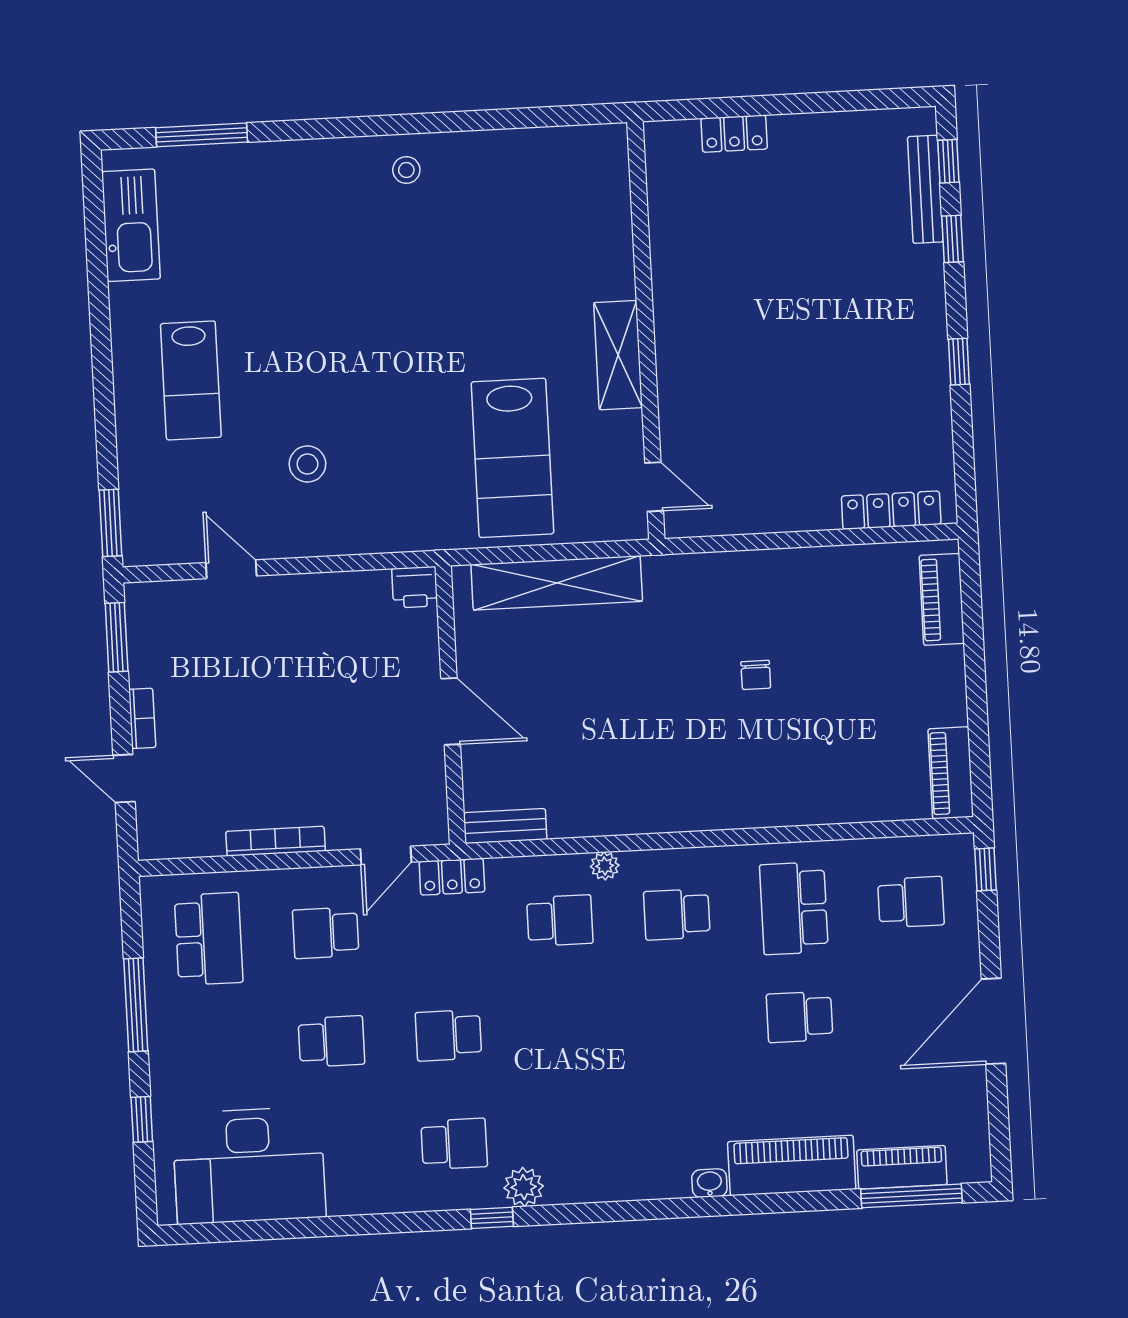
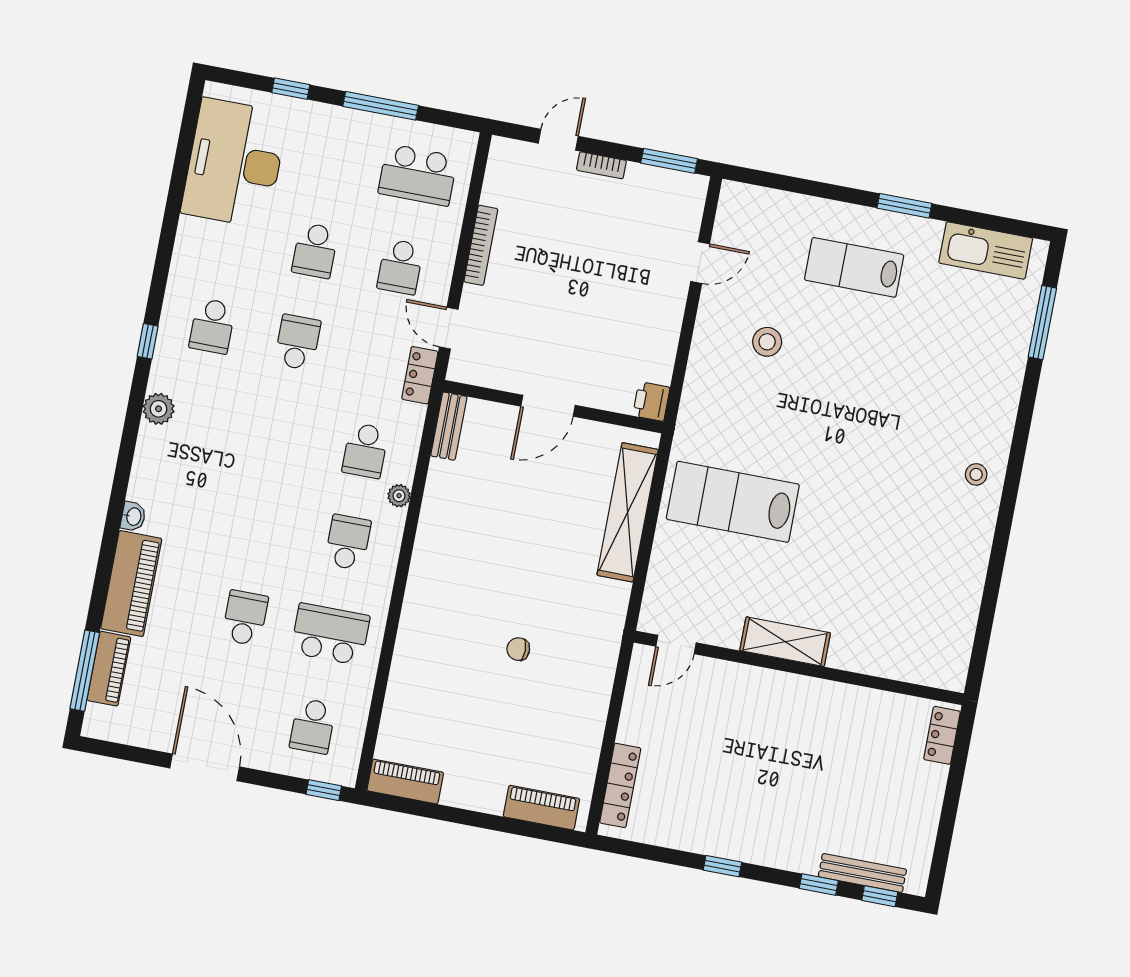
wall: (646, 330) -> (799, 668), moved
shelving: (618, 355) -> (785, 642), moved
door: (654, 487) -> (676, 645), moved
window: (111, 523) -> (904, 206), moved
school desk: (326, 933) -> (400, 267), turned 180
plant: (524, 1187) -> (159, 409), moved

